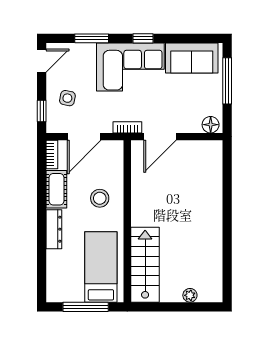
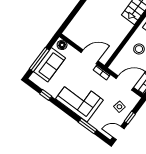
window: (143, 38) -> (46, 95), moved
sofa: (192, 58) -> (49, 65), moved, turned 90
window: (42, 111) -> (130, 118), moved

